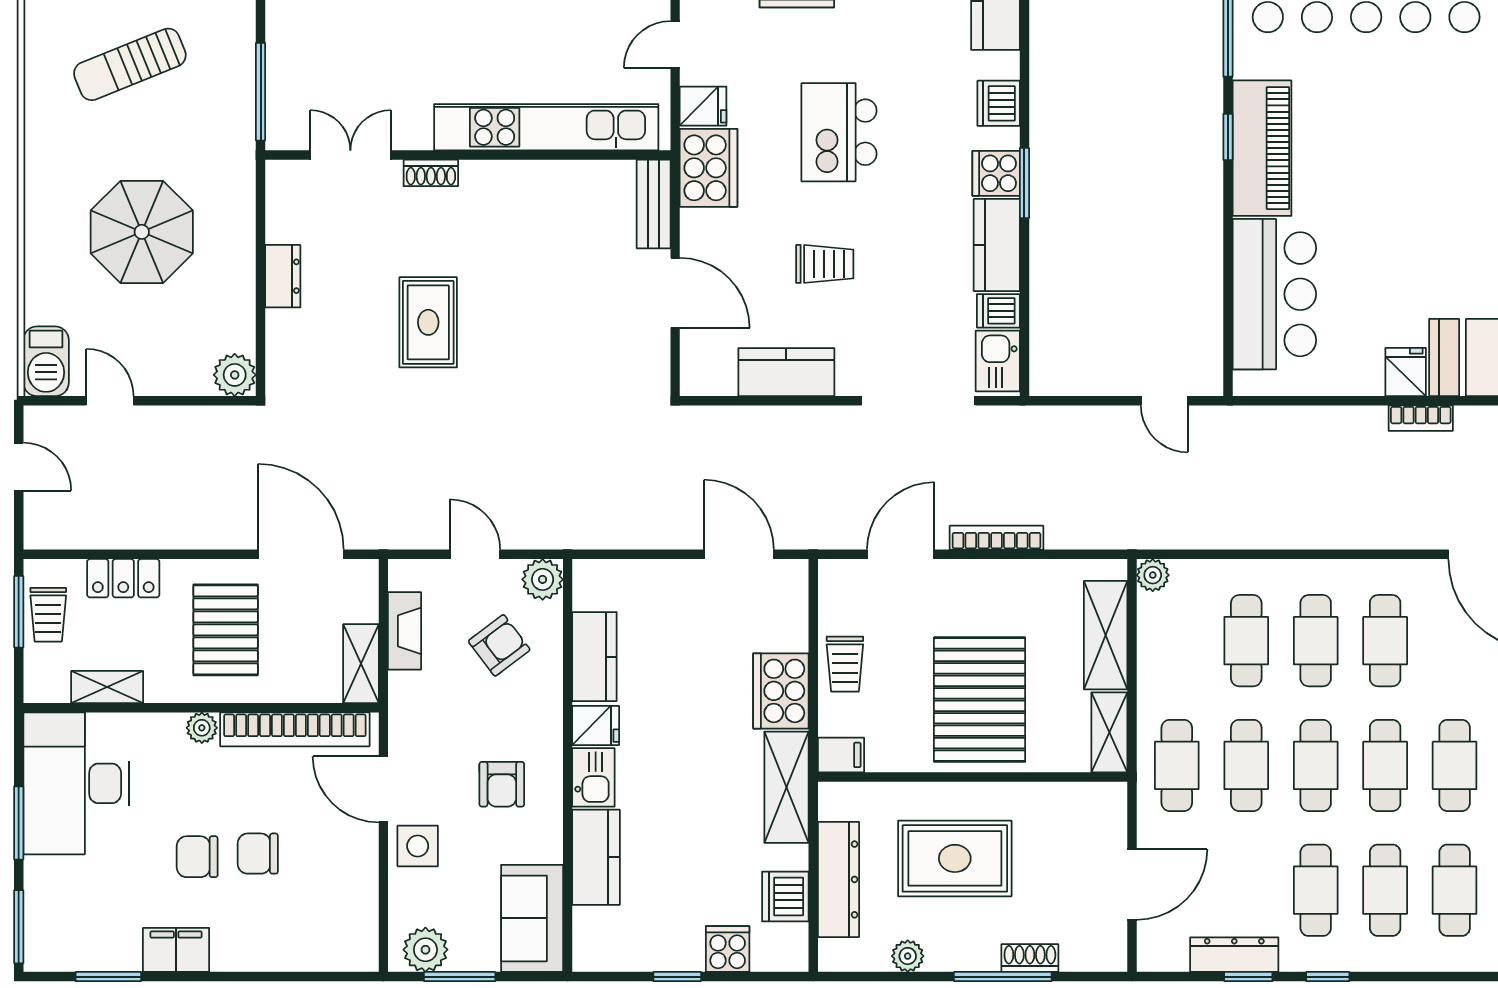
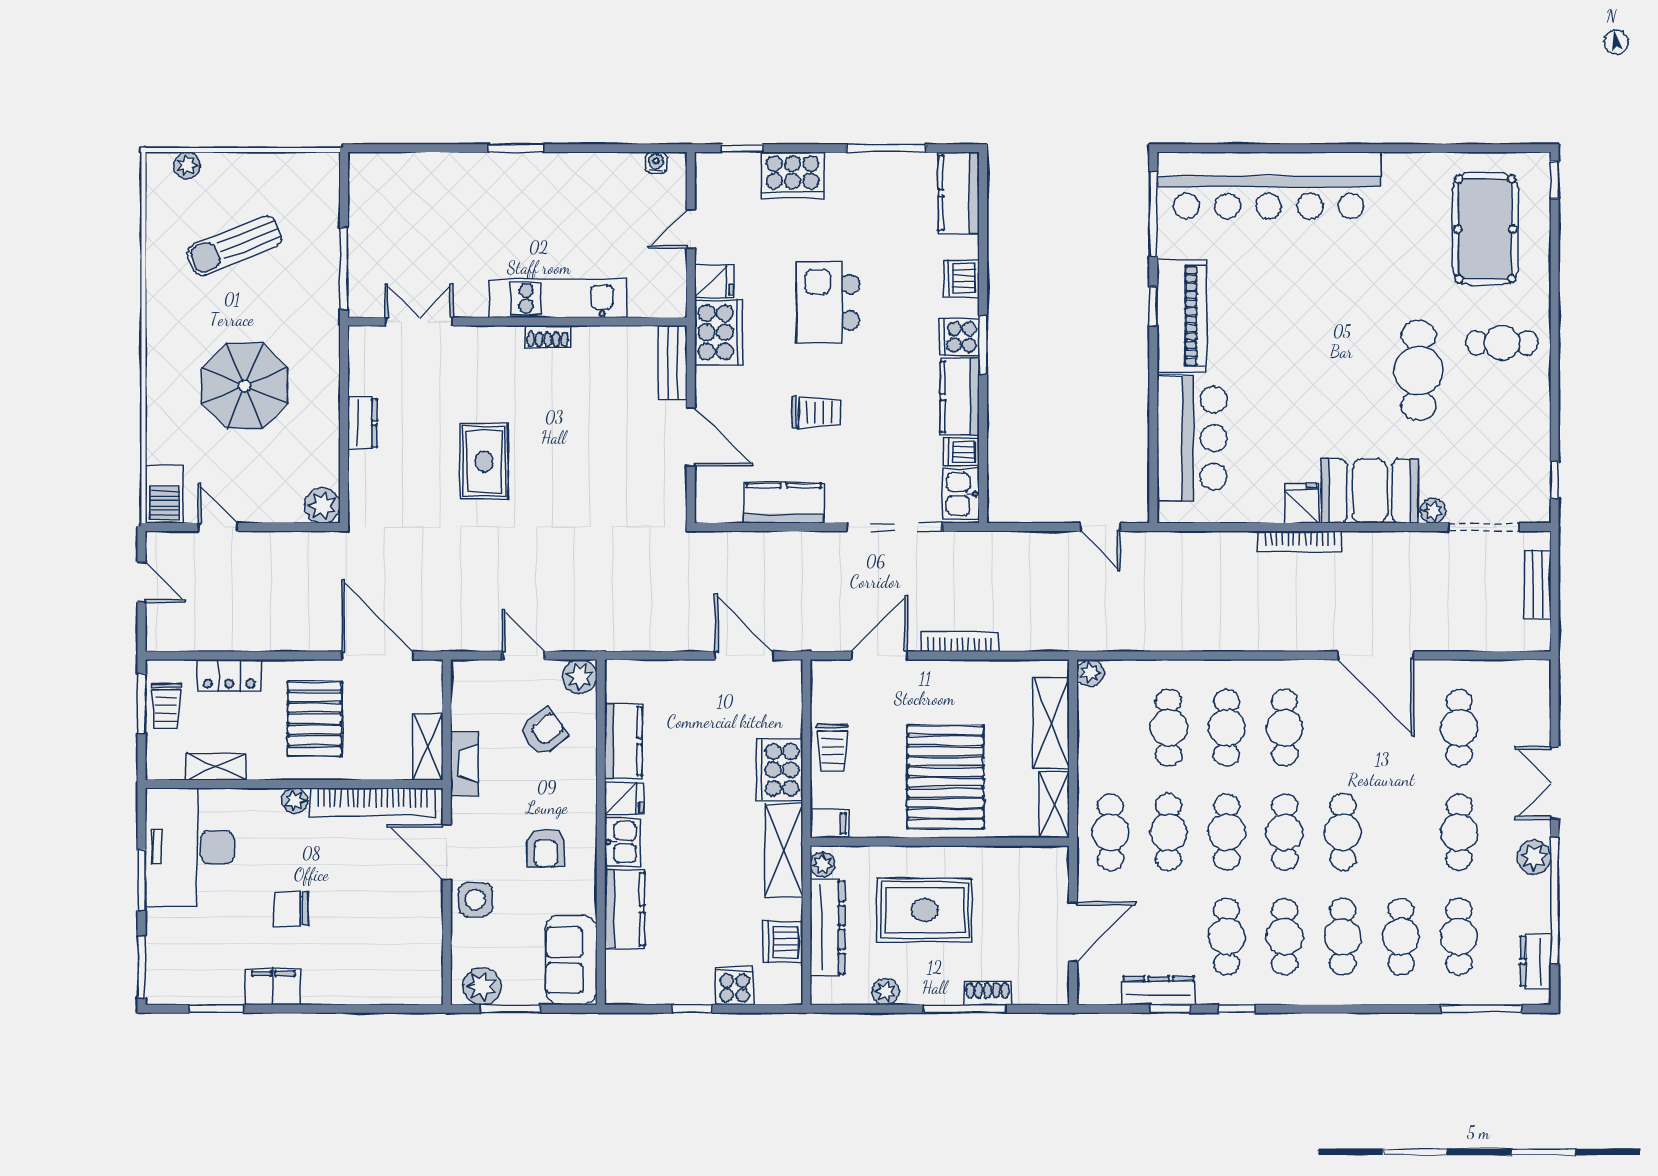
kitchen unit: (546, 127) -> (558, 298), width x0.73
shoe rack: (431, 173) -> (548, 337), moved
bookcase: (1421, 418) -> (1299, 542), width x1.56
fireplace: (405, 631) -> (464, 764), moved
plant: (833, 804) -> (822, 864), added
chair: (258, 854) -> (342, 906), removed

